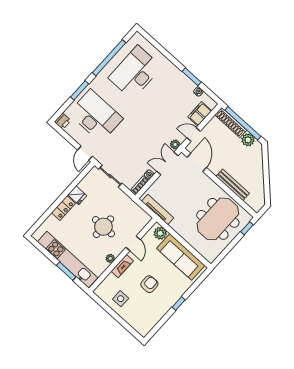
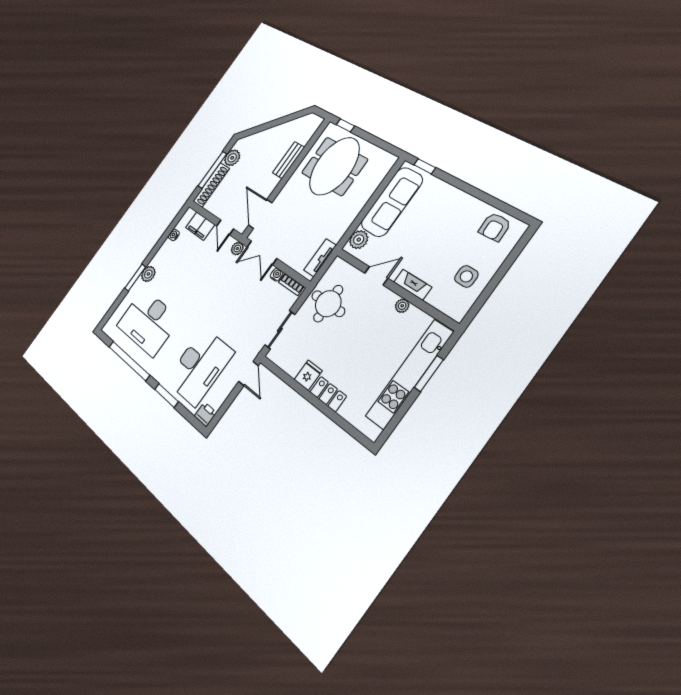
plant: (172, 71) -> (148, 274), added
window: (192, 77) -> (135, 278), moved
desk: (96, 116) -> (200, 366), turned 180
window: (243, 123) -> (212, 170), width x0.68
door: (85, 153) -> (249, 374), hinge flipped
door: (197, 162) -> (260, 214), hinge flipped
bench: (233, 185) -> (288, 160), width x0.73
tv unit: (158, 209) -> (320, 258), width x0.71
meeting table: (218, 219) -> (334, 166), turned 90
round table: (103, 227) -> (328, 304), moved
armchair: (149, 284) -> (495, 227), moved, turned -92
window: (179, 303) -> (425, 166), moved

